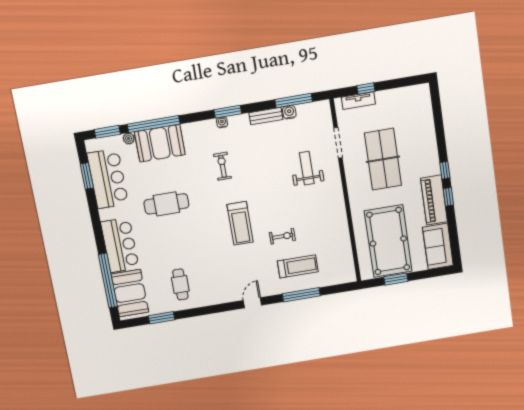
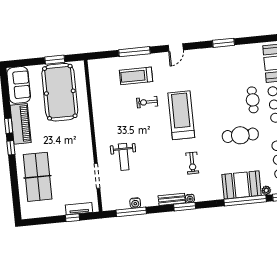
bench: (266, 116) -> (172, 199), moved
table tennis table: (383, 159) -> (38, 177), moved
treadmill: (240, 223) -> (181, 115), width x1.37, depth x1.38
cafe table: (180, 284) -> (253, 100), moved
window: (162, 318) -> (223, 43), moved

